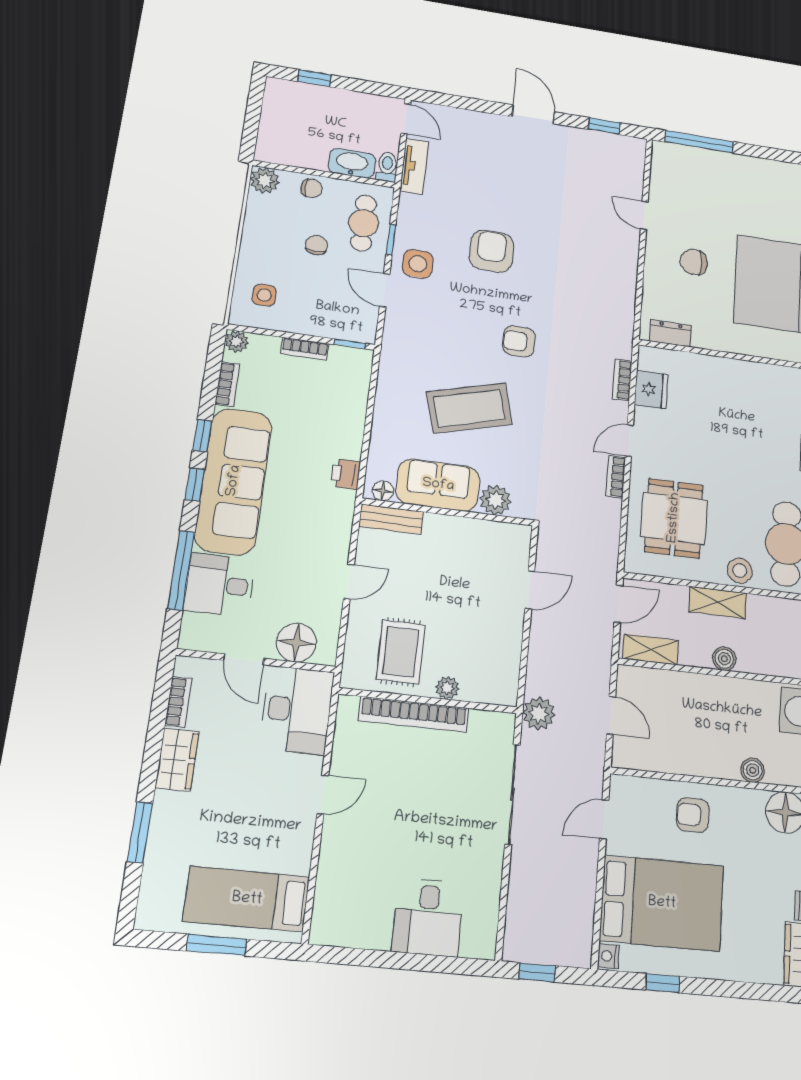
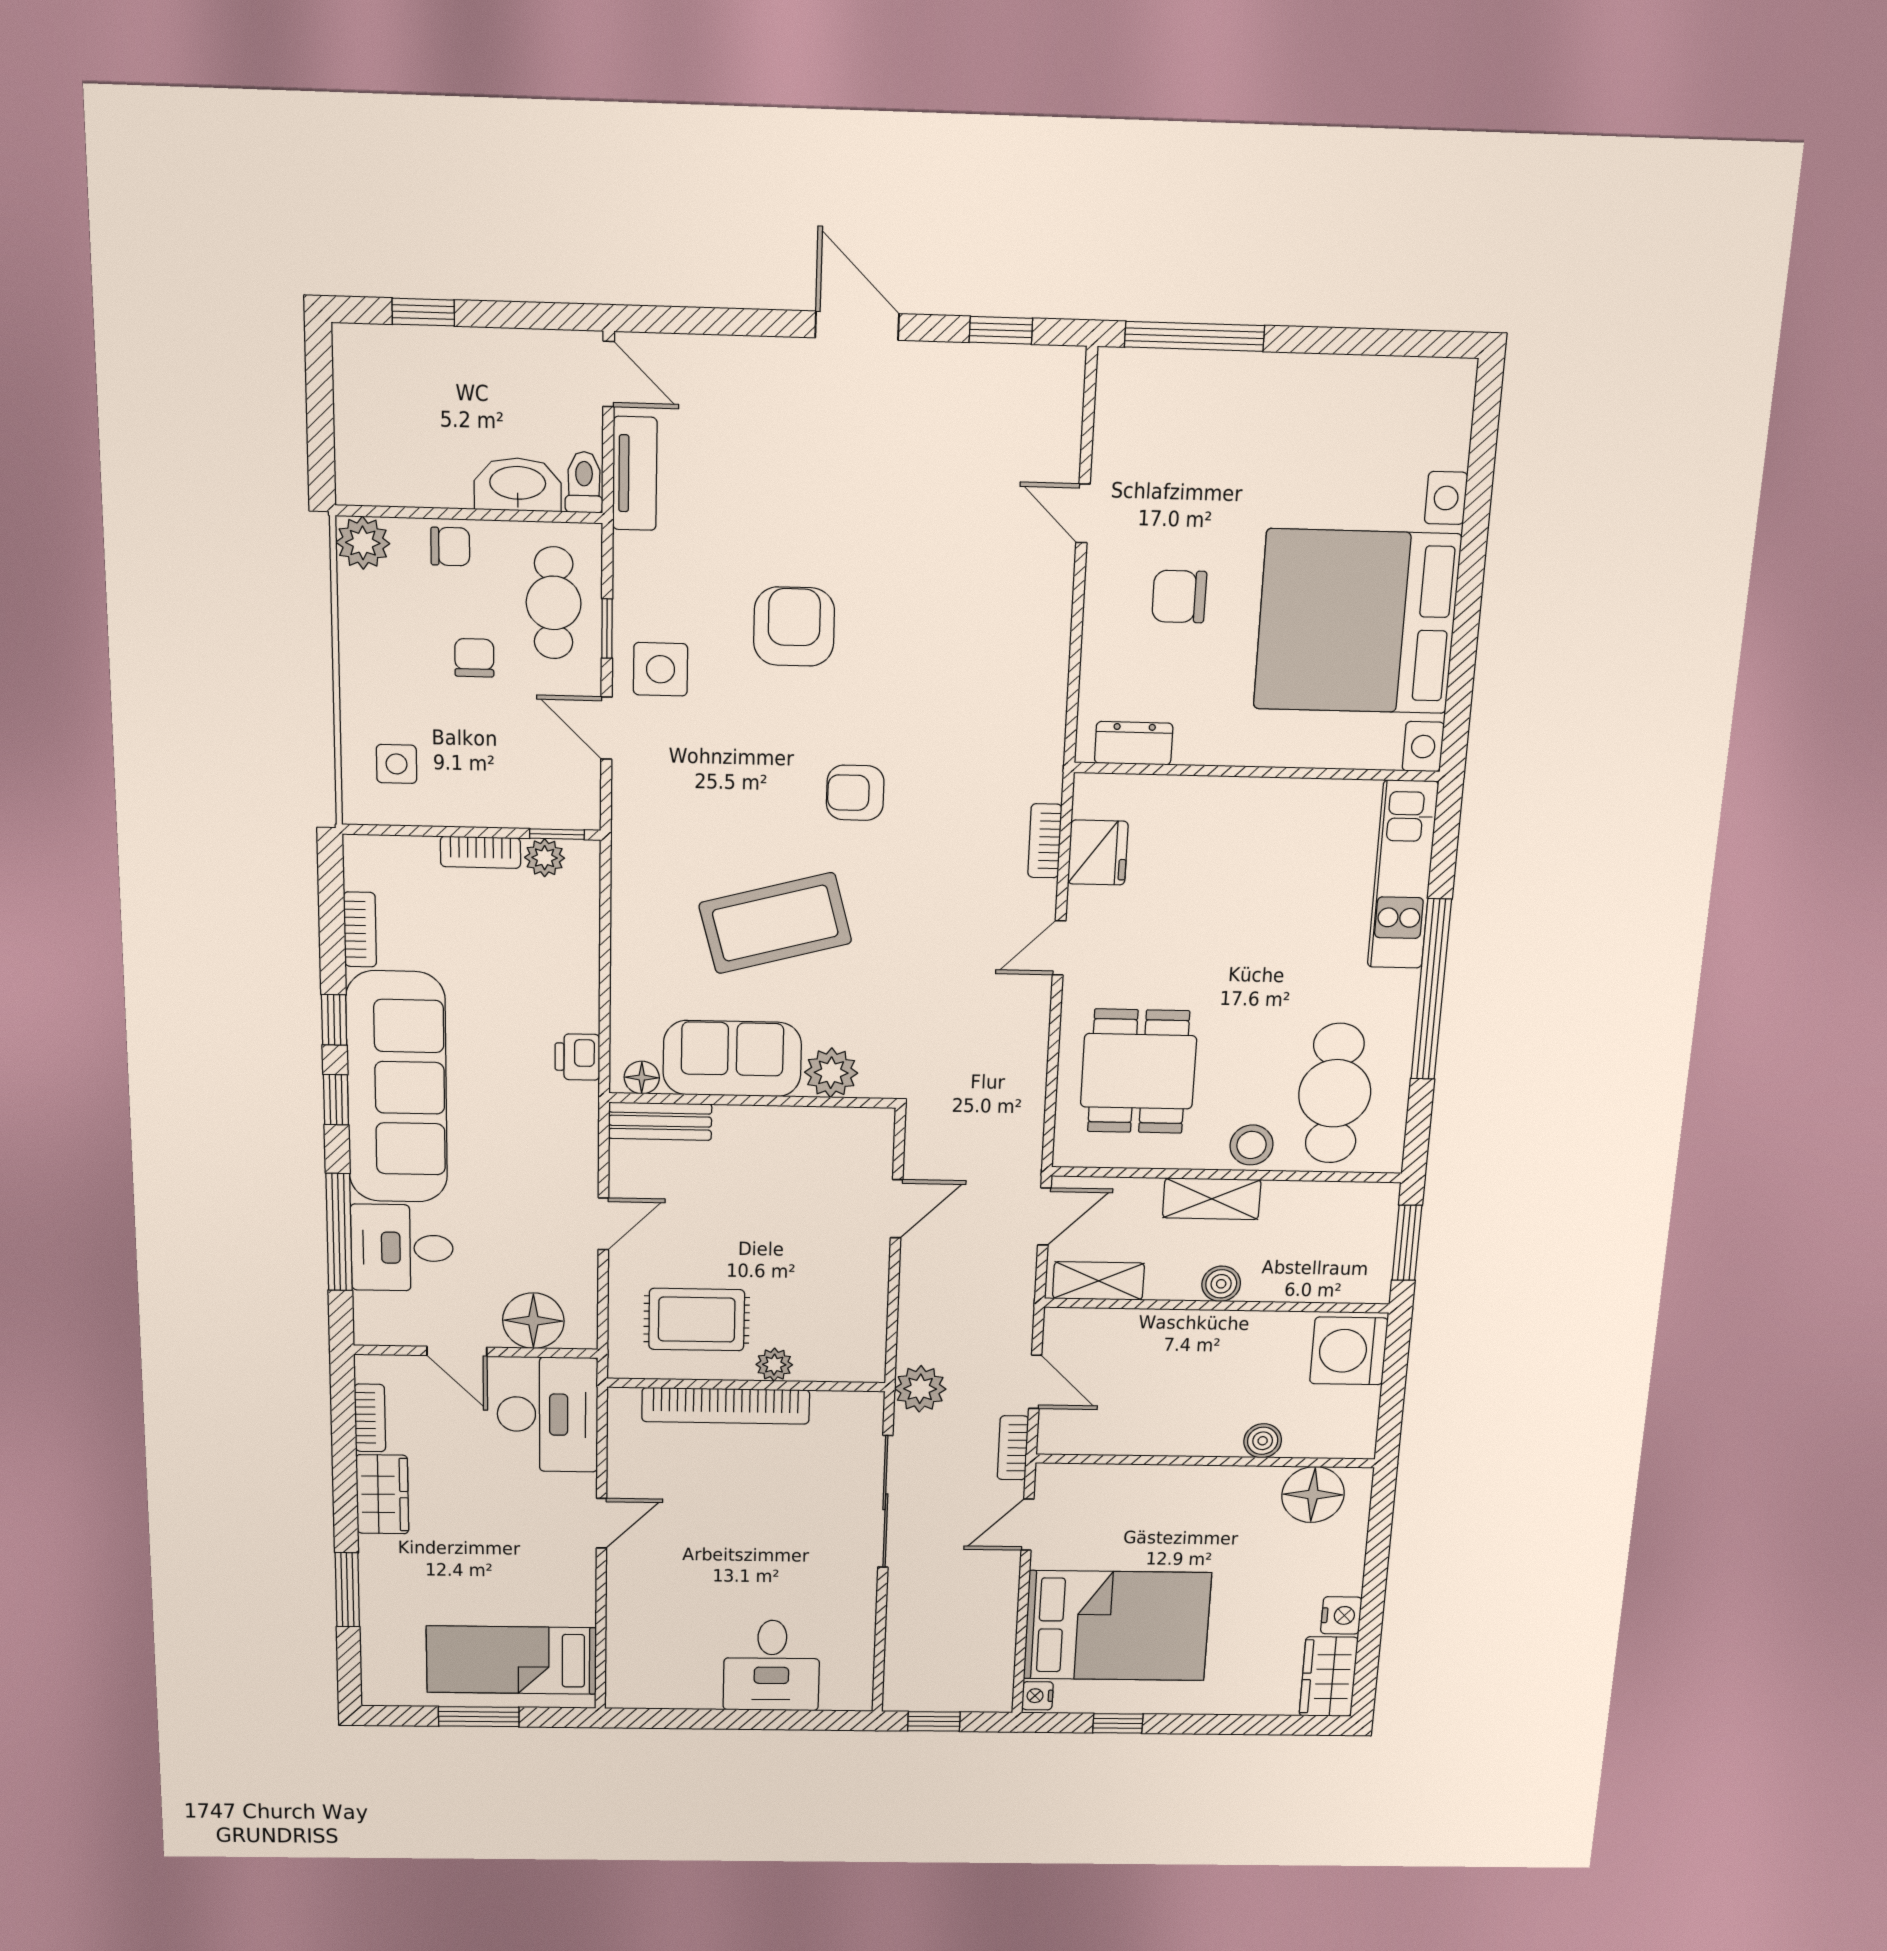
plant: (236, 341) -> (545, 858), moved
bookcase: (616, 477) -> (1013, 1448), moved
rug: (401, 652) -> (697, 1320), turned 90
armchair: (693, 815) -> (1166, 1509), removed

